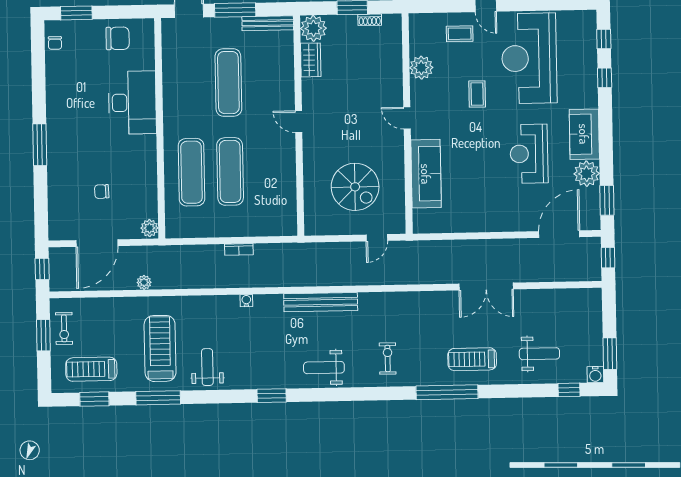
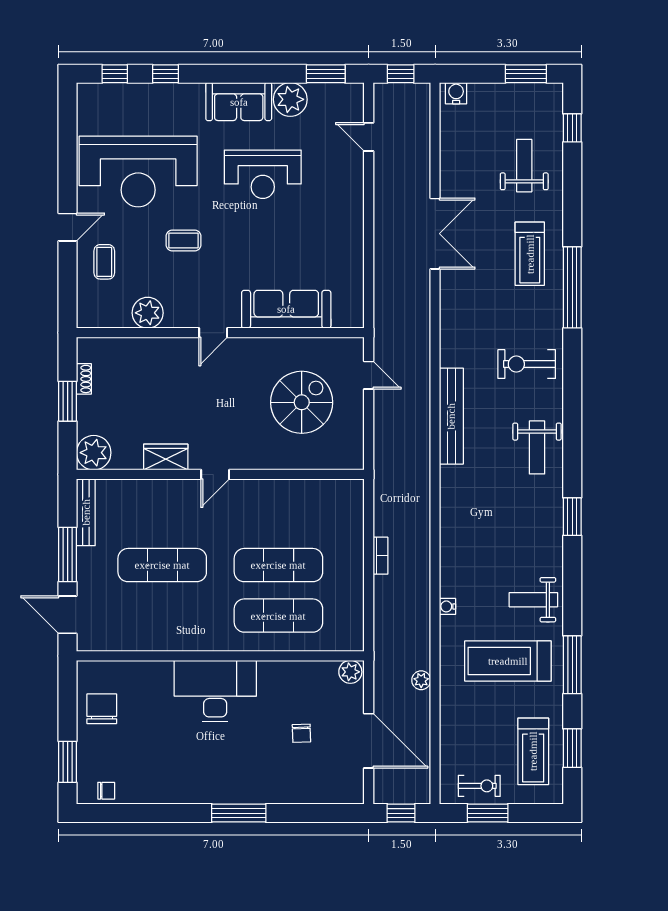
wardrobe: (311, 60) -> (166, 457), moved
desk: (132, 103) -> (215, 691), moved
door: (559, 234) -> (369, 137), width x0.53
water cooler: (246, 301) -> (448, 606), moved
bench: (321, 302) -> (451, 416), moved
exercise bike: (388, 358) -> (527, 364), width x1.38, depth x1.39
water cooler: (595, 375) -> (456, 93), moved, turned -90

